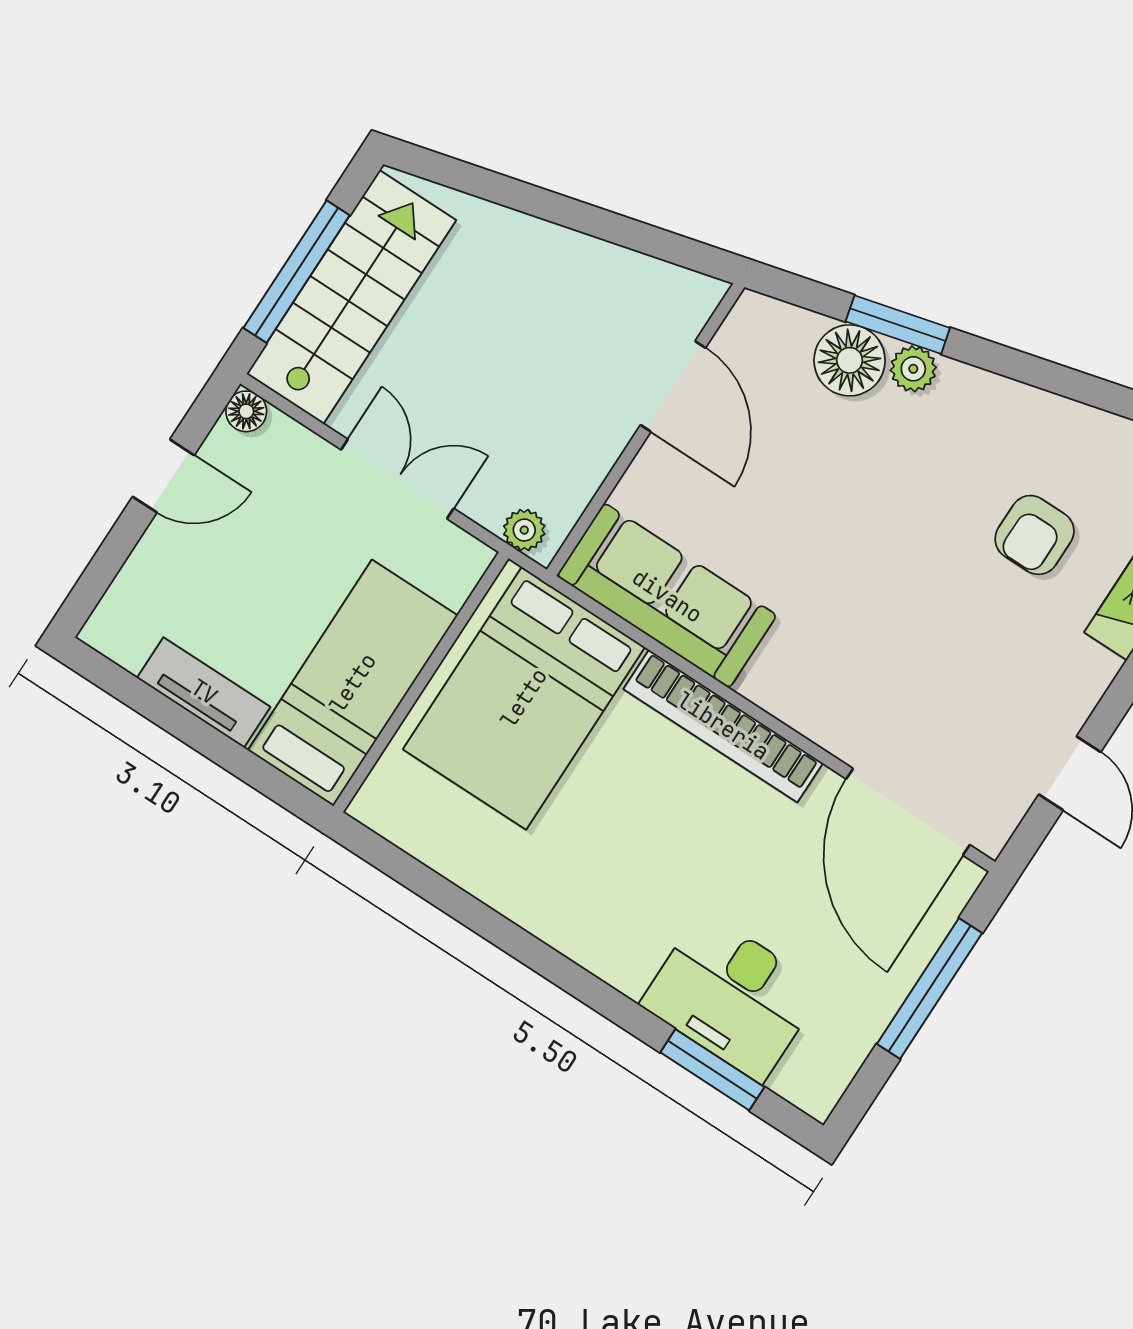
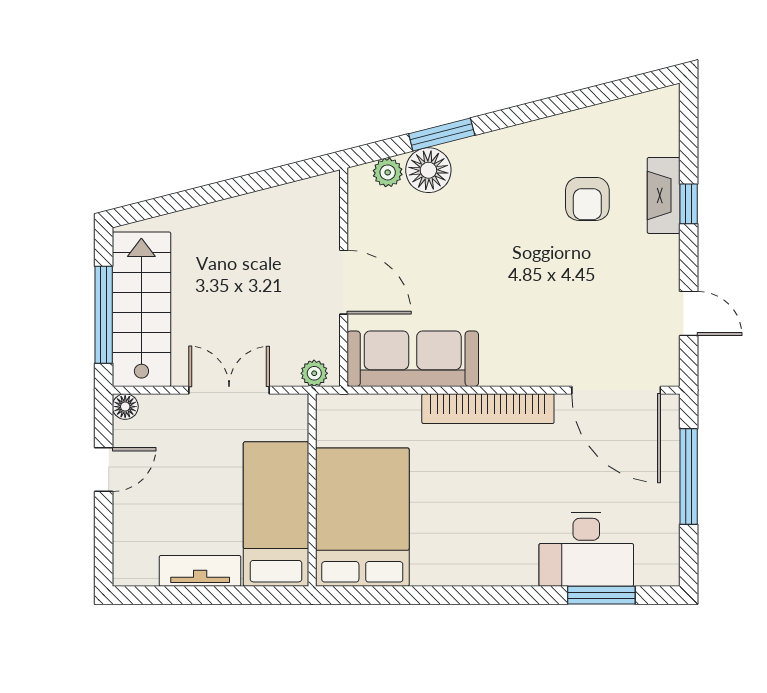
plant: (913, 369) -> (388, 172), moved
door: (673, 386) -> (344, 282), moved
bed: (524, 698) -> (362, 517), moved, turned 180

